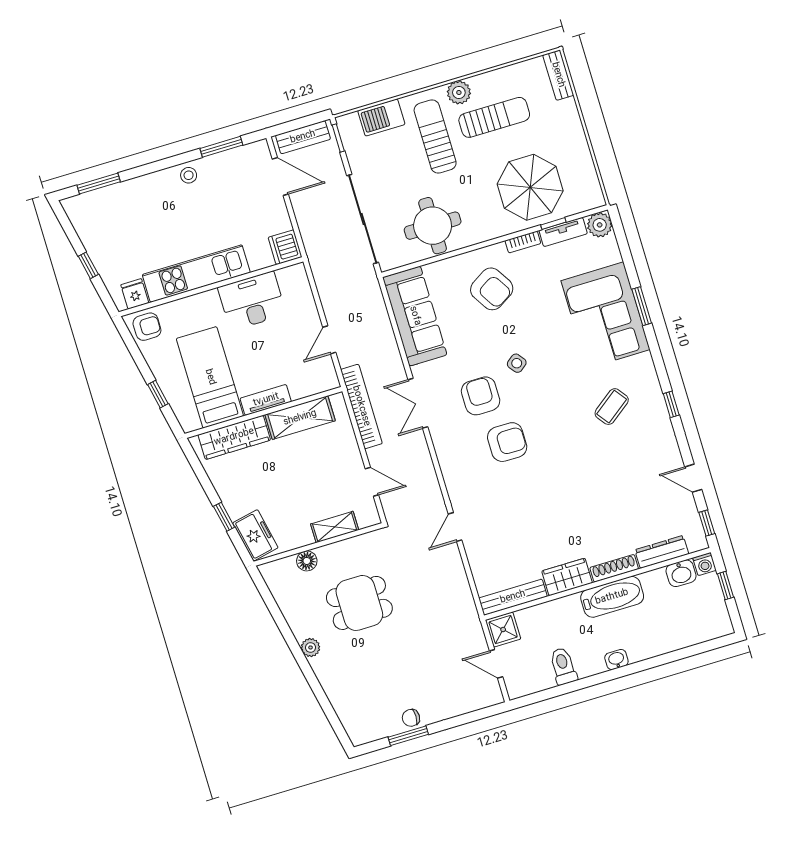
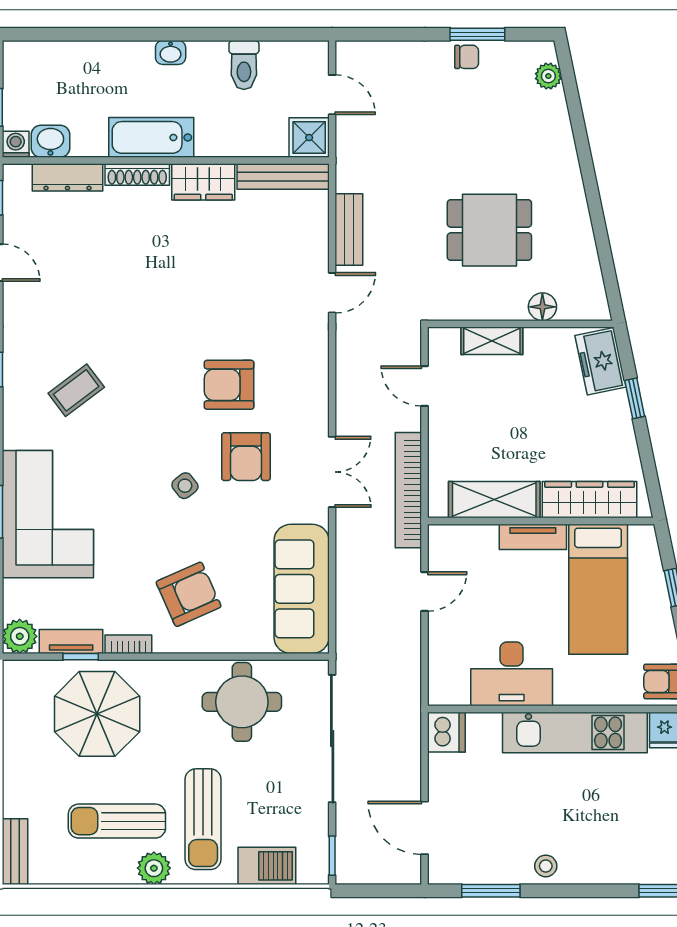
bench: (303, 137) -> (349, 229), moved, turned 90
armchair: (492, 289) -> (189, 594), turned 98
plant: (311, 647) -> (548, 76), moved

